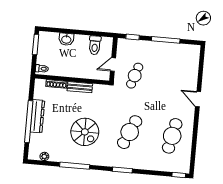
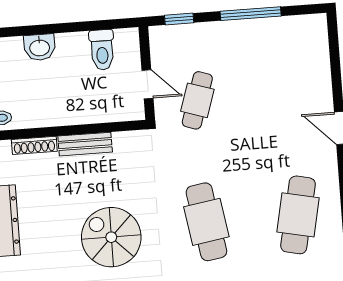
door: (113, 64) -> (147, 84), swing flipped
spiral stairs: (85, 132) -> (111, 237), turned 180
cafe table: (130, 132) -> (206, 222), turned -33

